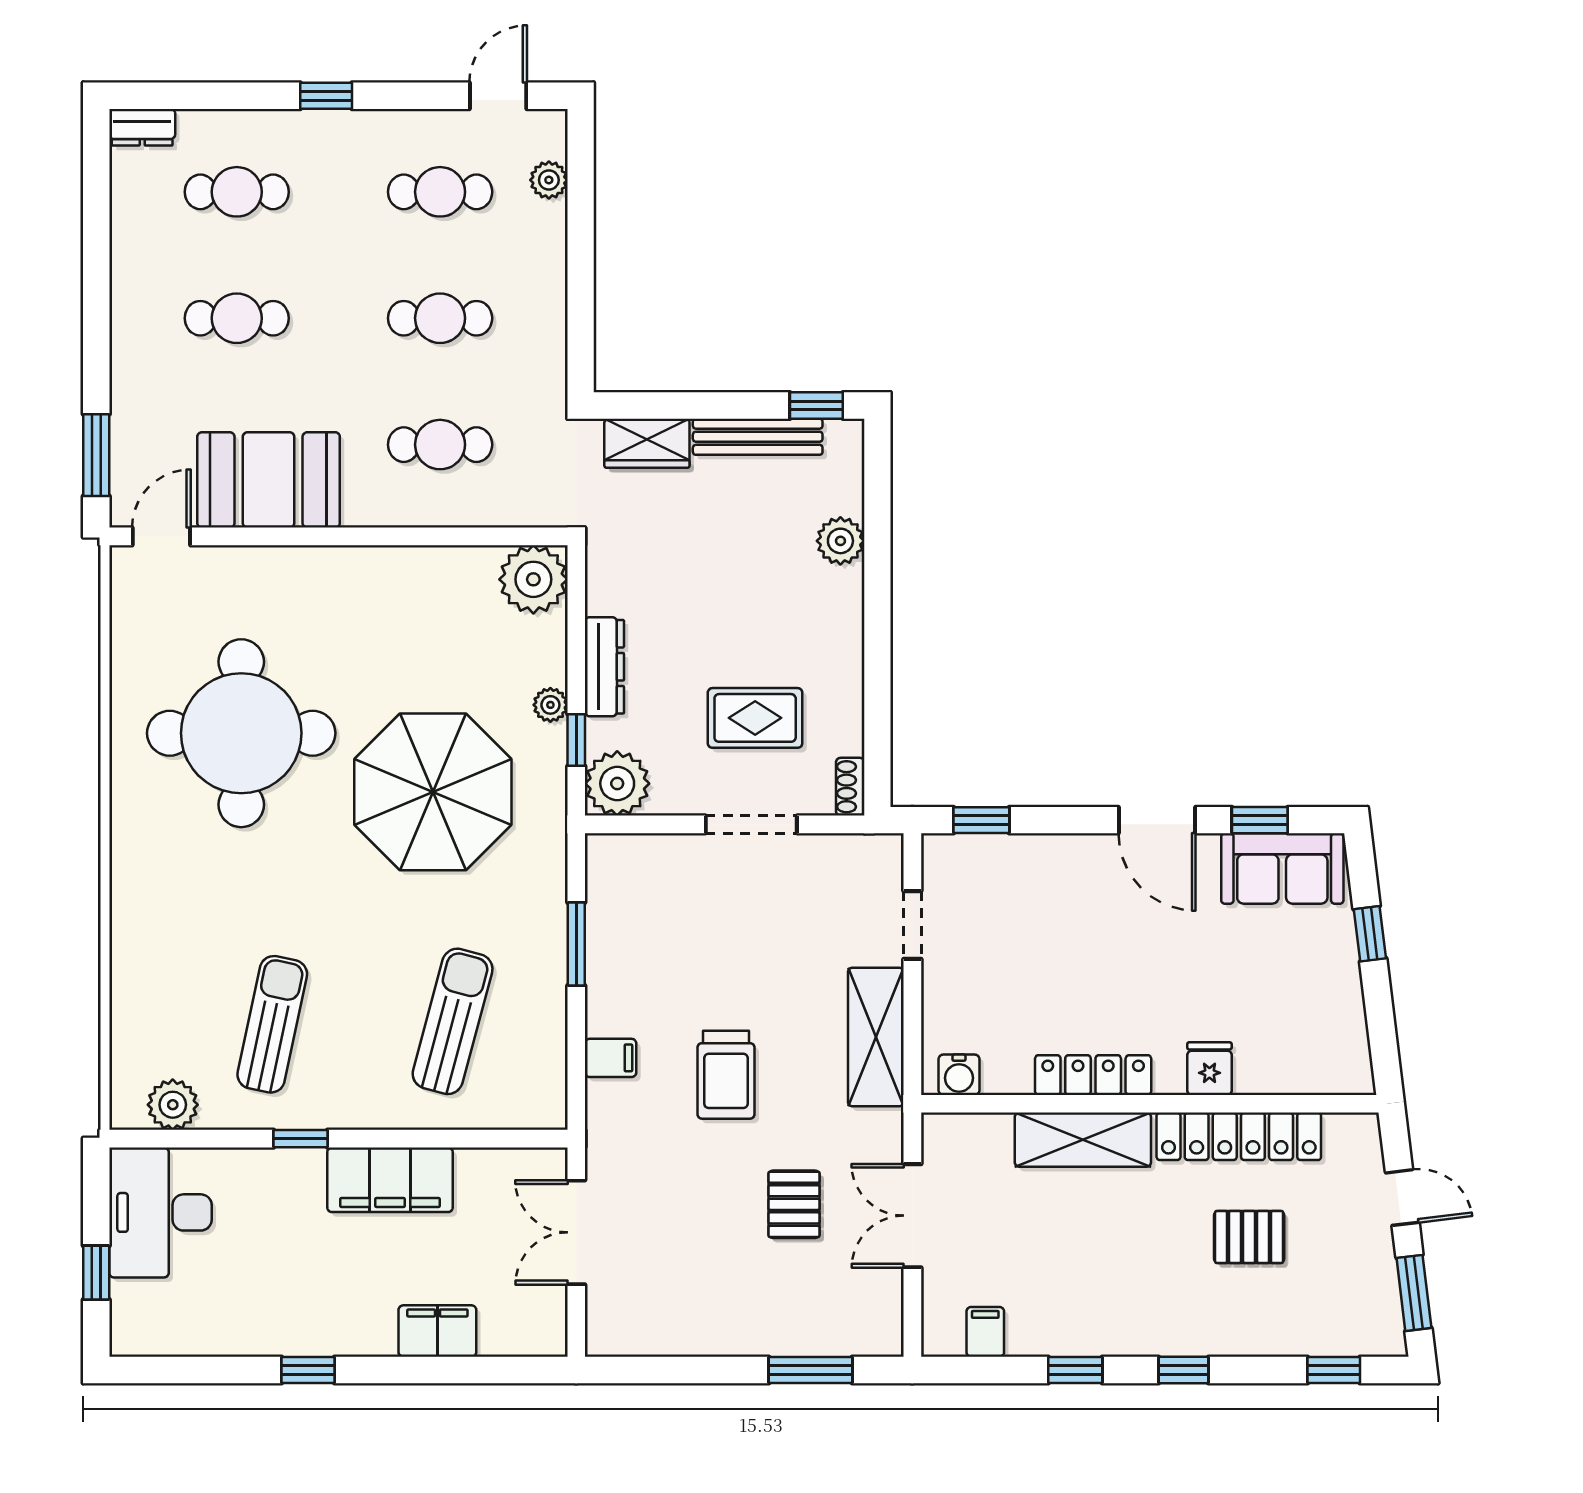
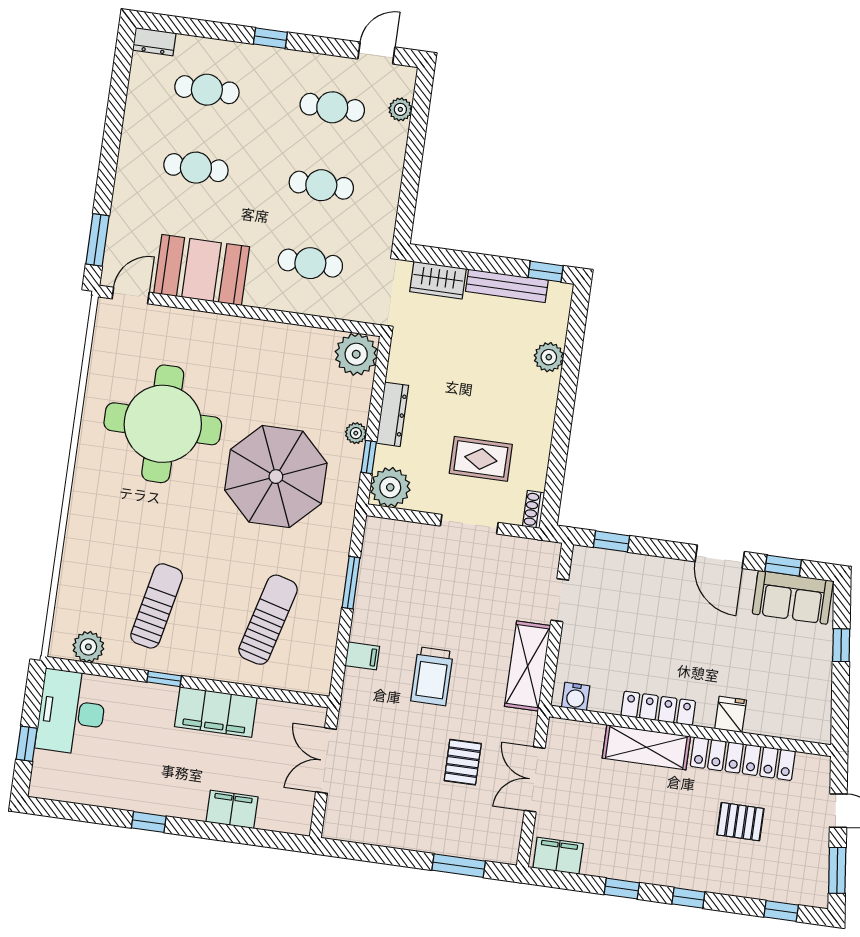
filing cabinet: (985, 1332) -> (558, 856), width x2.00

